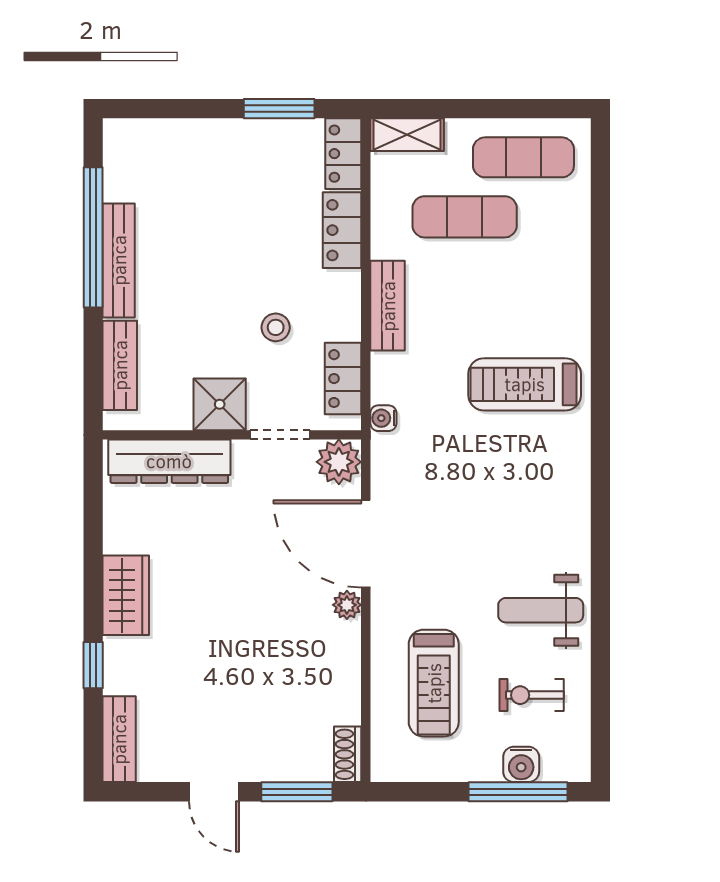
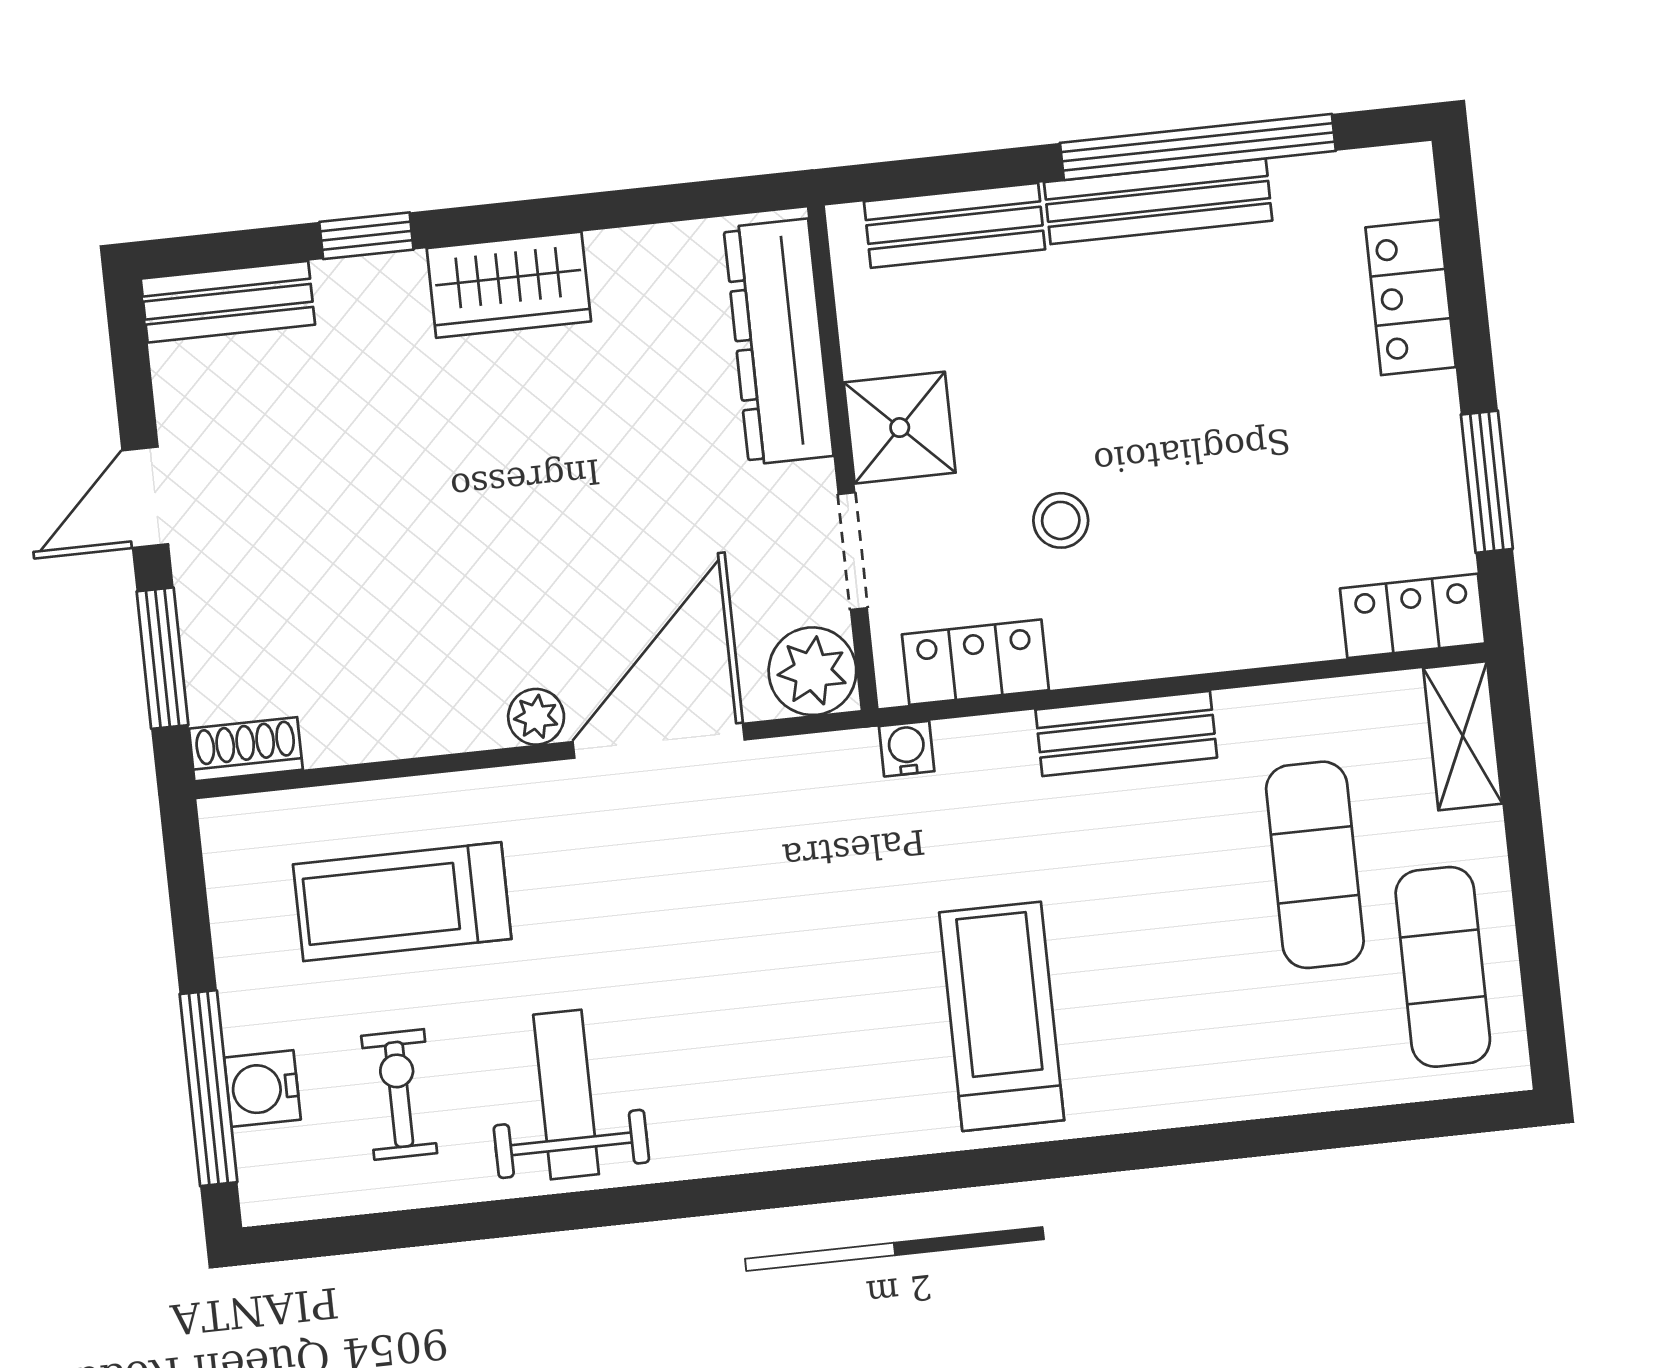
locker: (342, 230) -> (1411, 297), moved, turned -90

